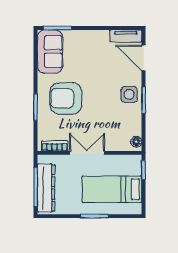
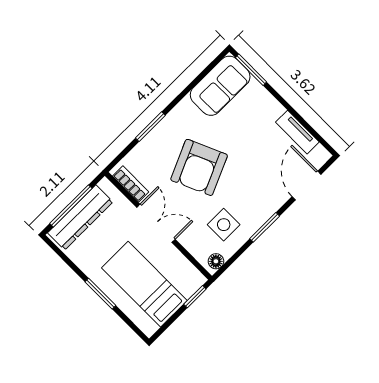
tv unit: (126, 36) -> (297, 132), moved
side table: (129, 94) -> (224, 225), moved
armchair: (66, 98) -> (199, 167), moved, turned -114

